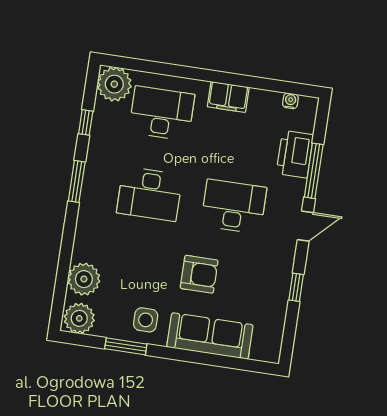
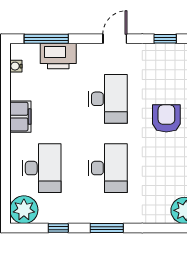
desk: (162, 113) -> (42, 168), turned 180
window: (314, 171) -> (46, 39), moved
desk: (234, 207) -> (108, 99), turned 180
door: (305, 226) -> (115, 39), hinge flipped

